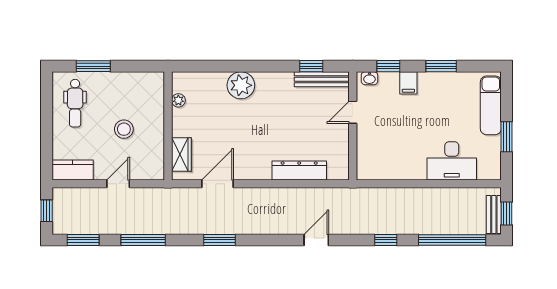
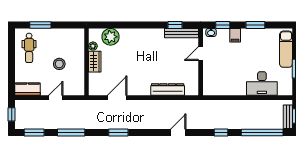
plant: (241, 85) -> (110, 37), moved
wardrobe: (181, 155) -> (95, 62), moved

